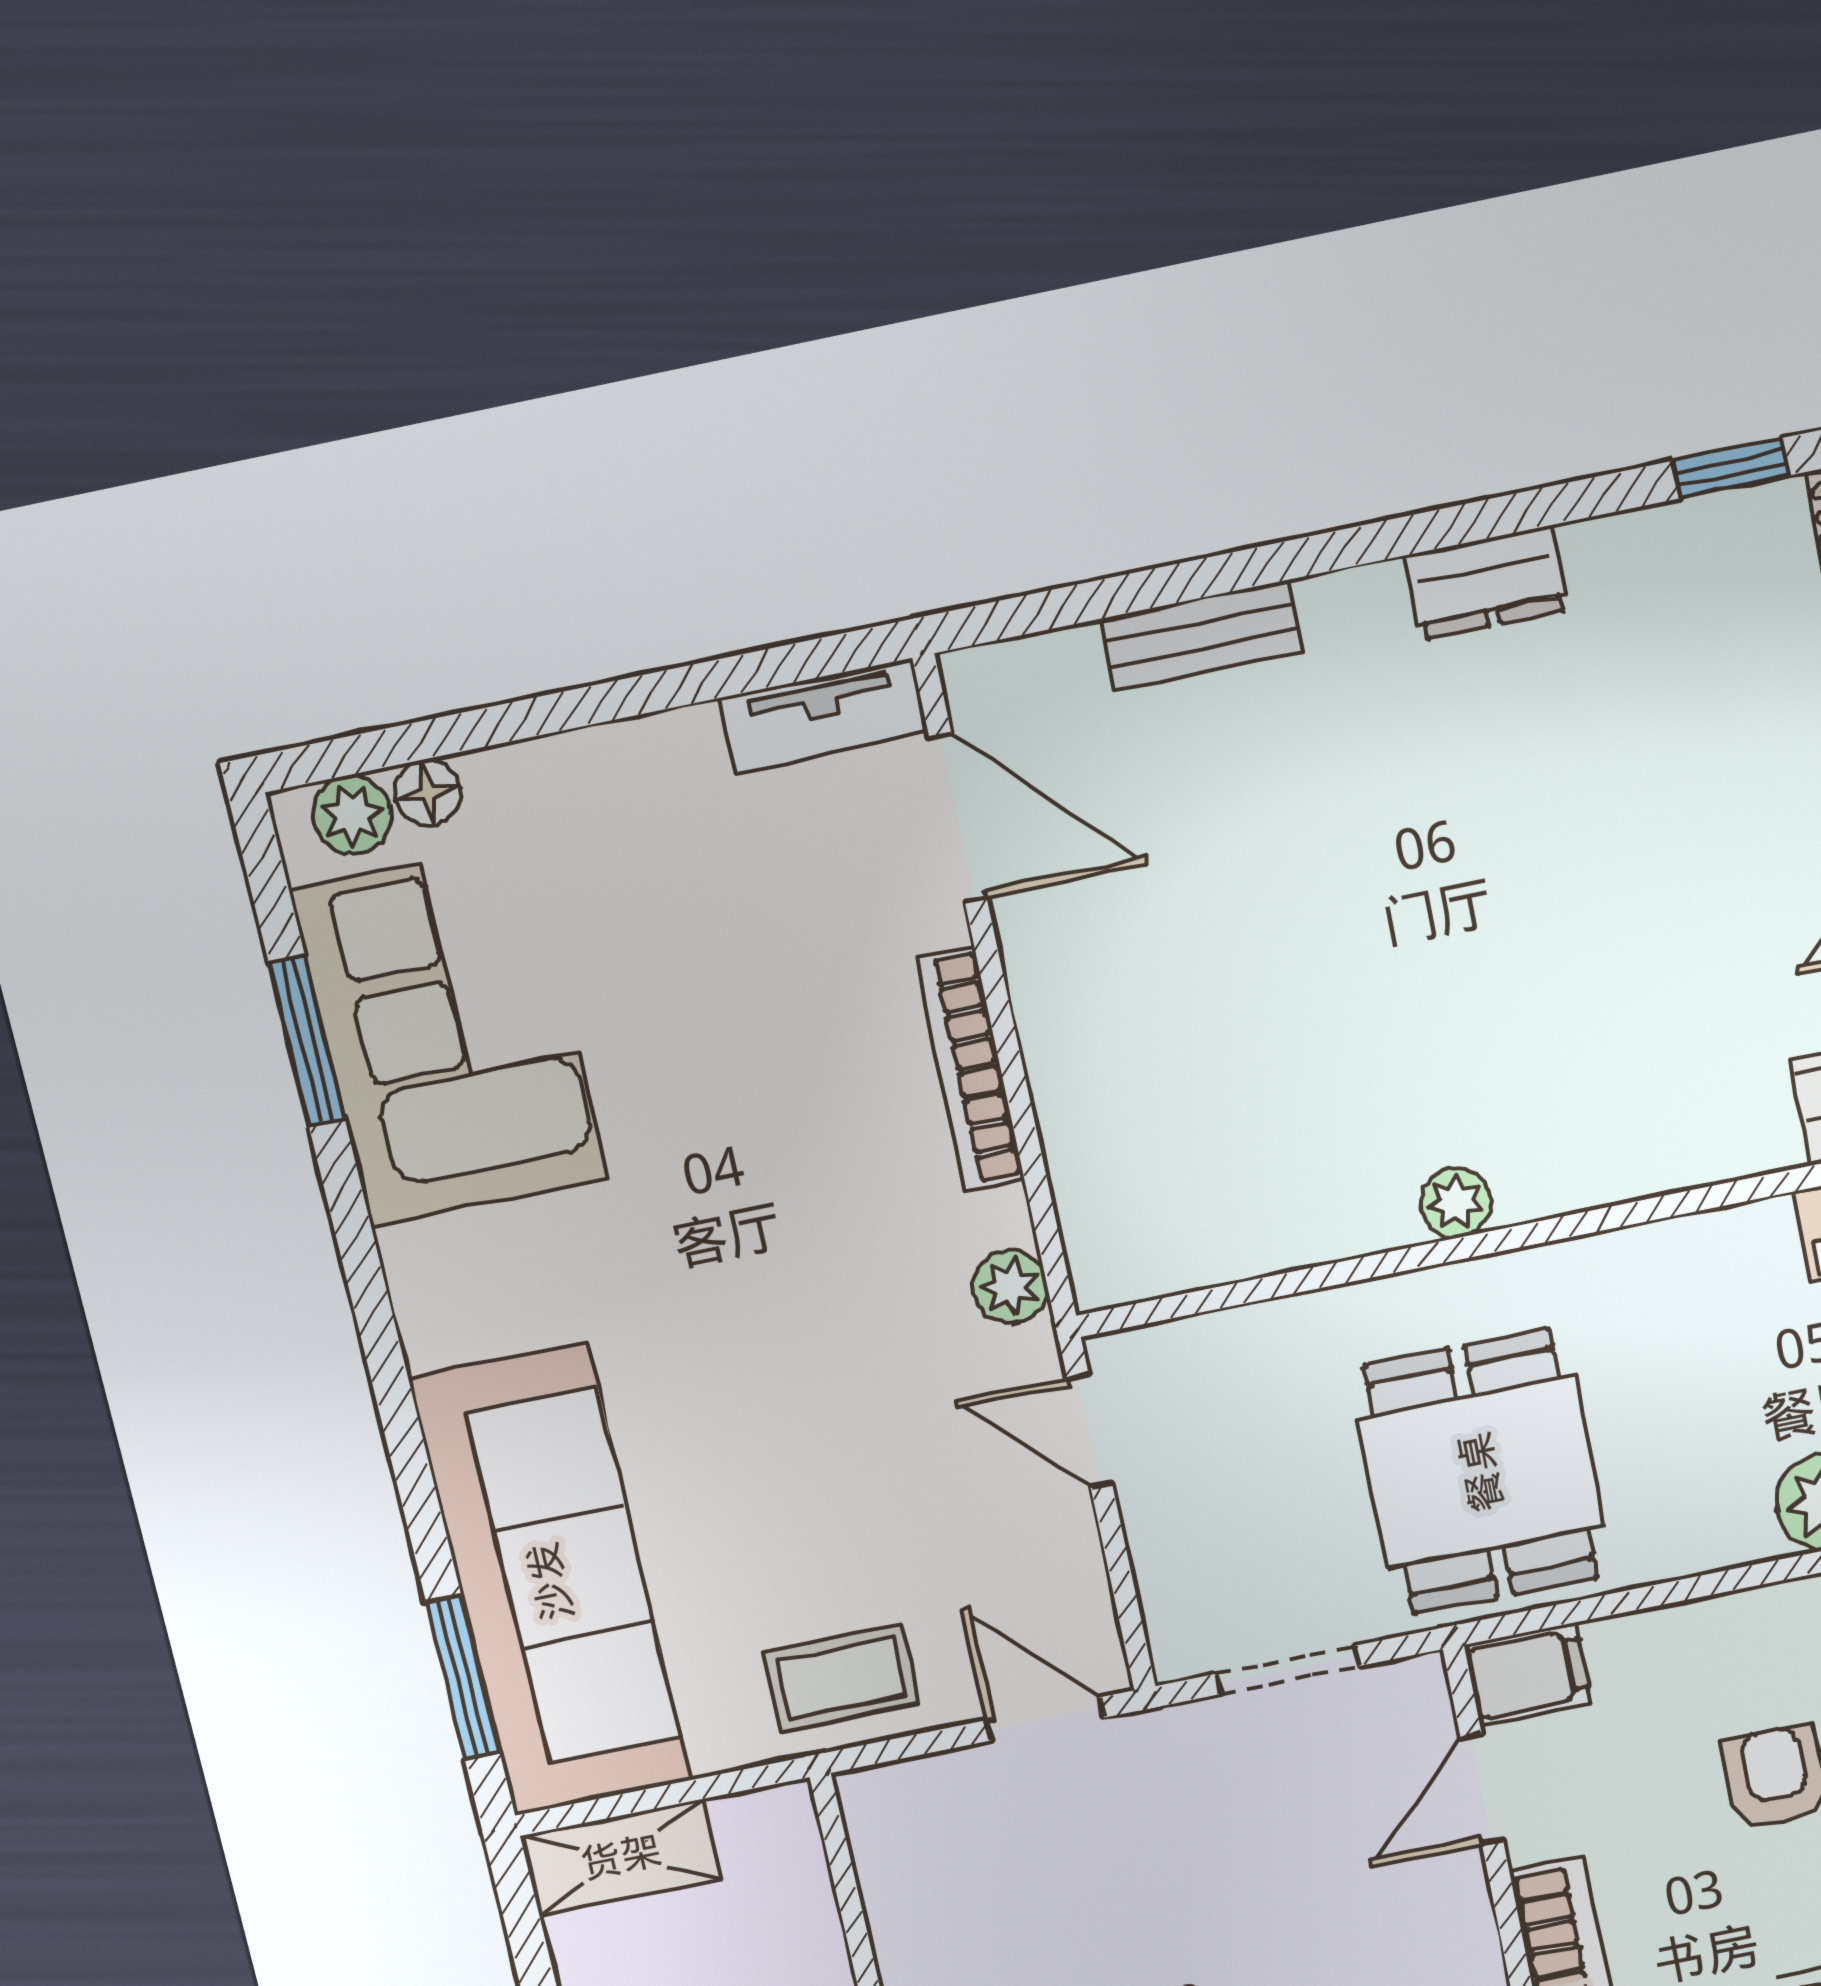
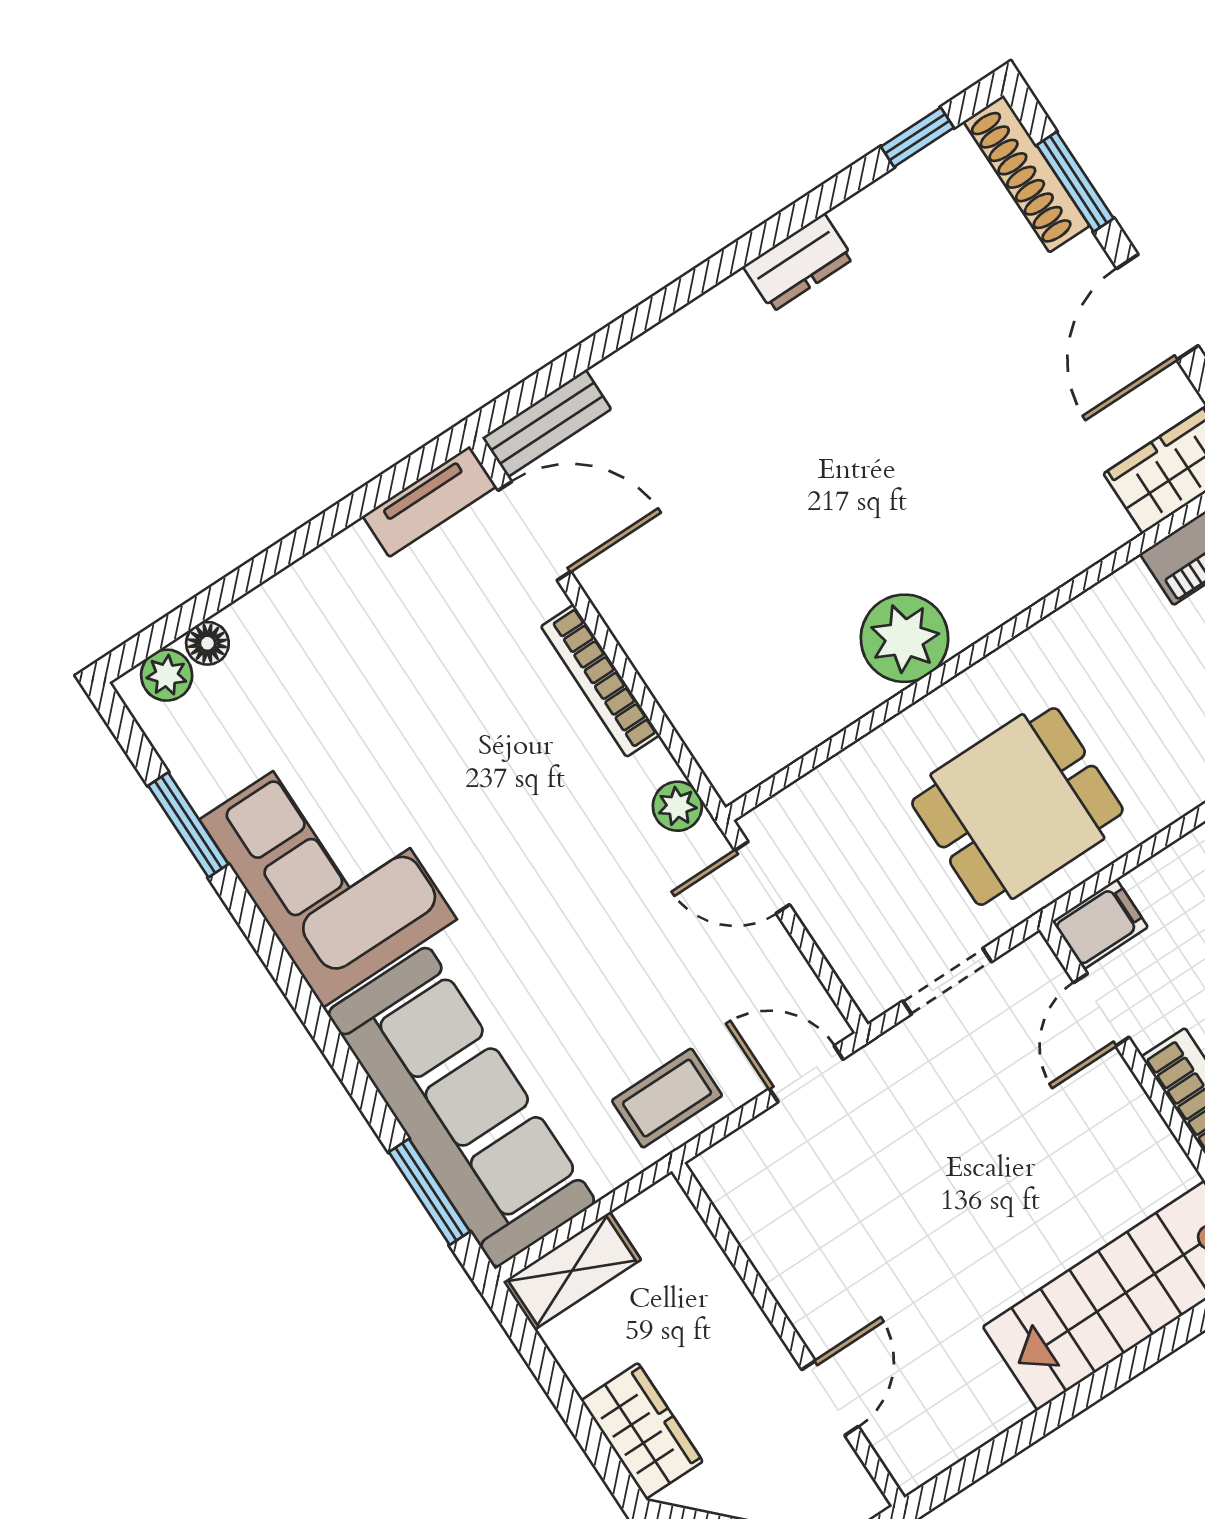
bench: (1201, 636) -> (547, 423), moved
corner sofa: (449, 1036) -> (328, 869), moved
plant: (1456, 1203) -> (905, 638), width x1.88, depth x1.88
dining table: (1481, 1472) -> (1017, 807), turned 90

